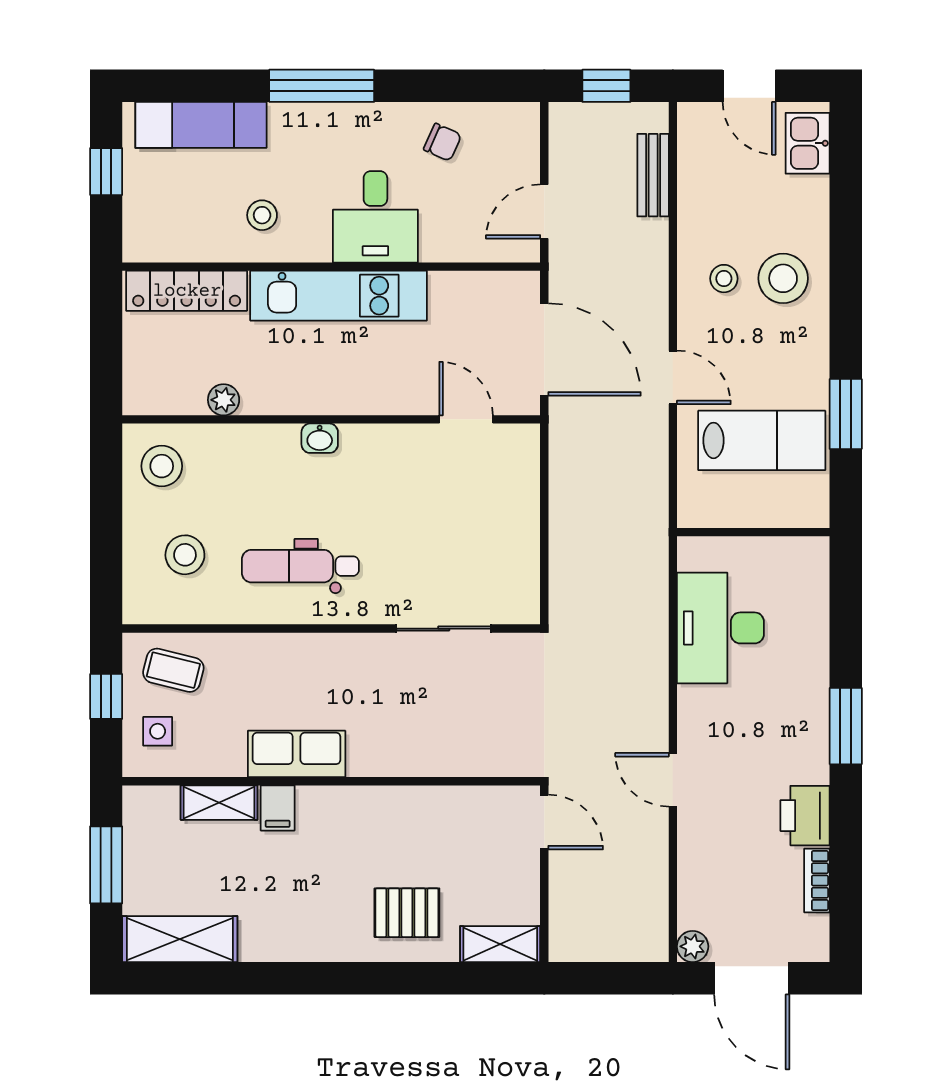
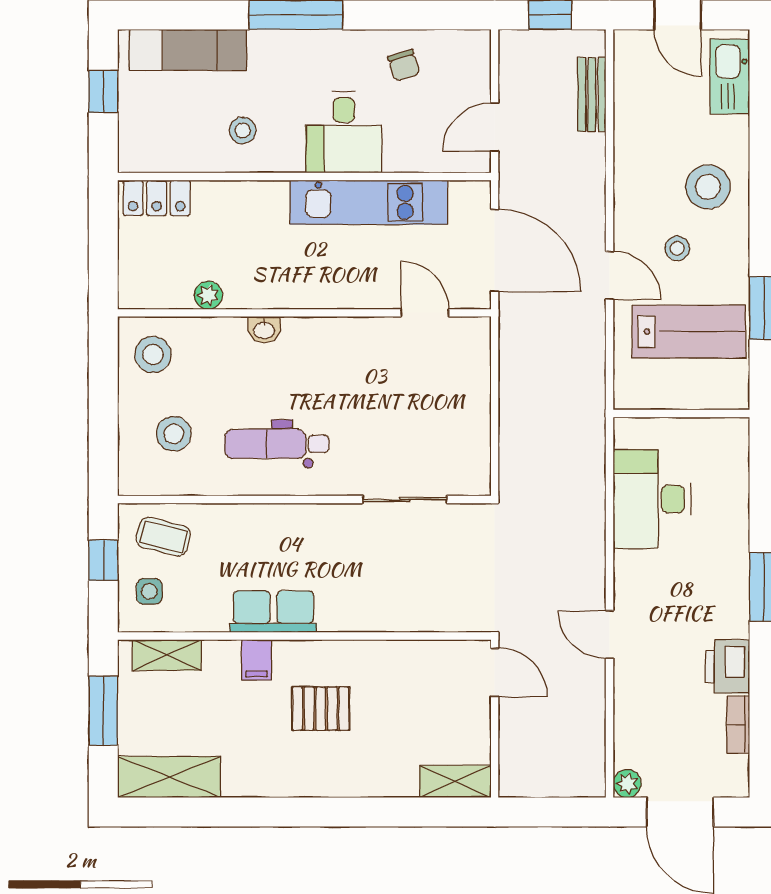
chair: (442, 142) -> (404, 65), turned 49
kitchen sink: (808, 143) -> (730, 76), width x1.38
stool: (724, 279) -> (677, 248), moved
locker: (187, 291) -> (157, 198), width x0.66
kitchen unit: (339, 296) -> (369, 202), moved
washbasin: (320, 438) -> (264, 330), moved
shelving: (219, 803) -> (167, 655), moved
pallet: (407, 913) -> (321, 709), moved

